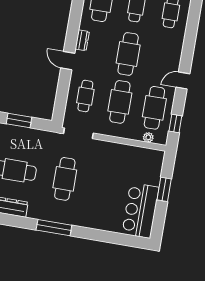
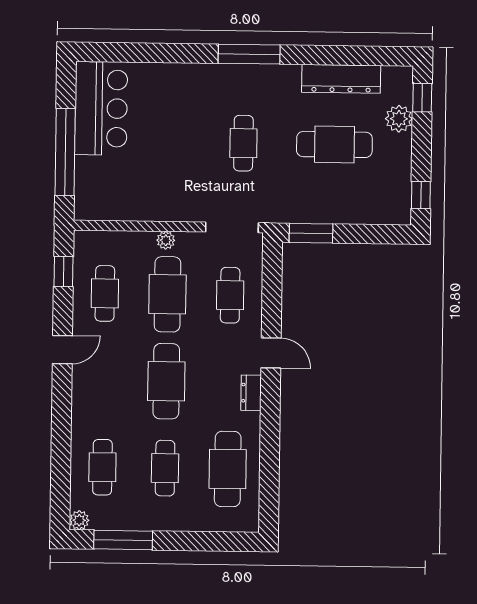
cafe table: (154, 108) -> (105, 293), width x0.73, depth x0.74
window: (19, 121) -> (311, 233), moved
plant: (148, 137) -> (166, 240), moved
cafe table: (65, 179) -> (243, 143), width x0.73, depth x0.74
window: (164, 189) -> (65, 152), width x2.11

